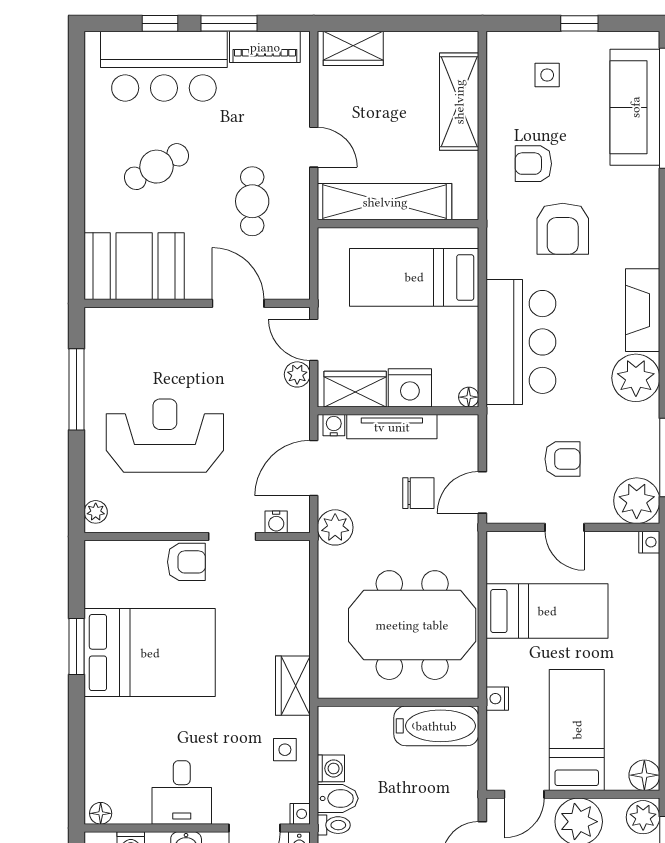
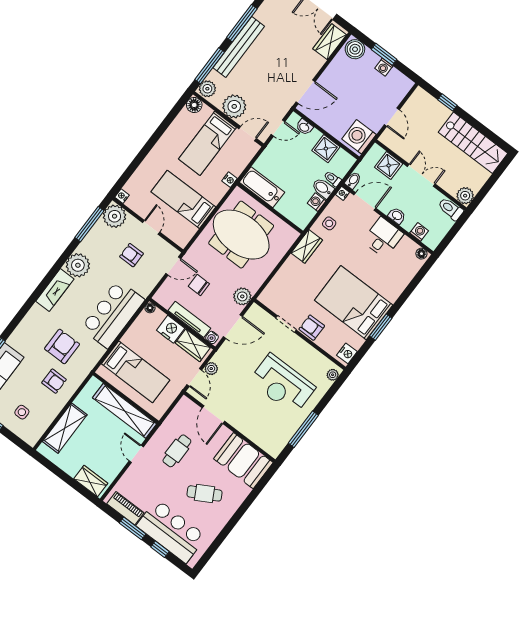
water cooler: (276, 522) -> (264, 316), removed
nightstand: (99, 563) -> (347, 353), added

